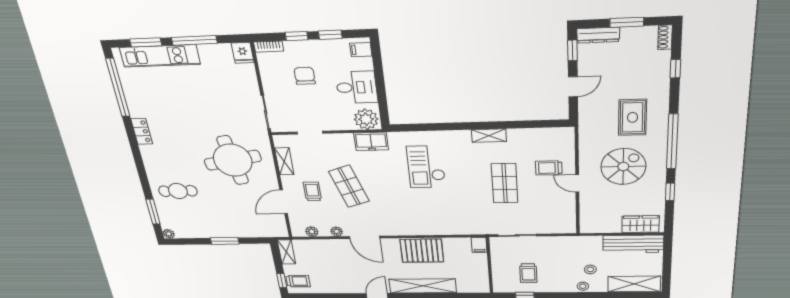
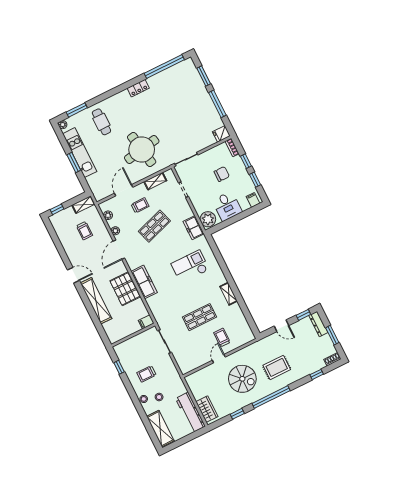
kitchen unit: (160, 56) -> (80, 153), moved, turned 180
door: (284, 202) -> (124, 190), hinge flipped
freezer: (422, 227) -> (144, 282), added
trolley: (528, 273) -> (146, 374), moved
trolley: (298, 281) -> (84, 231), moved

